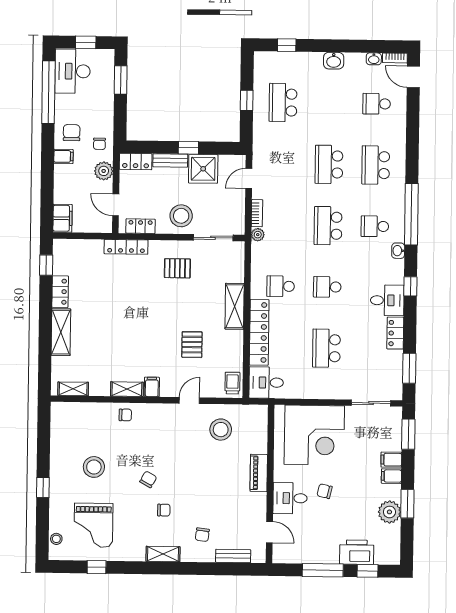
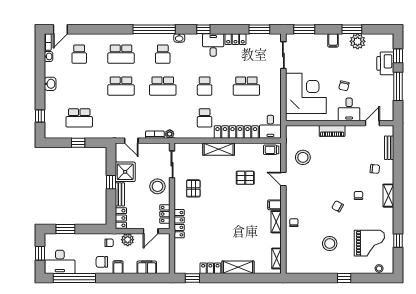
filing cabinet: (62, 218) -> (147, 267), moved
filing cabinet: (391, 460) -> (322, 41), removed

